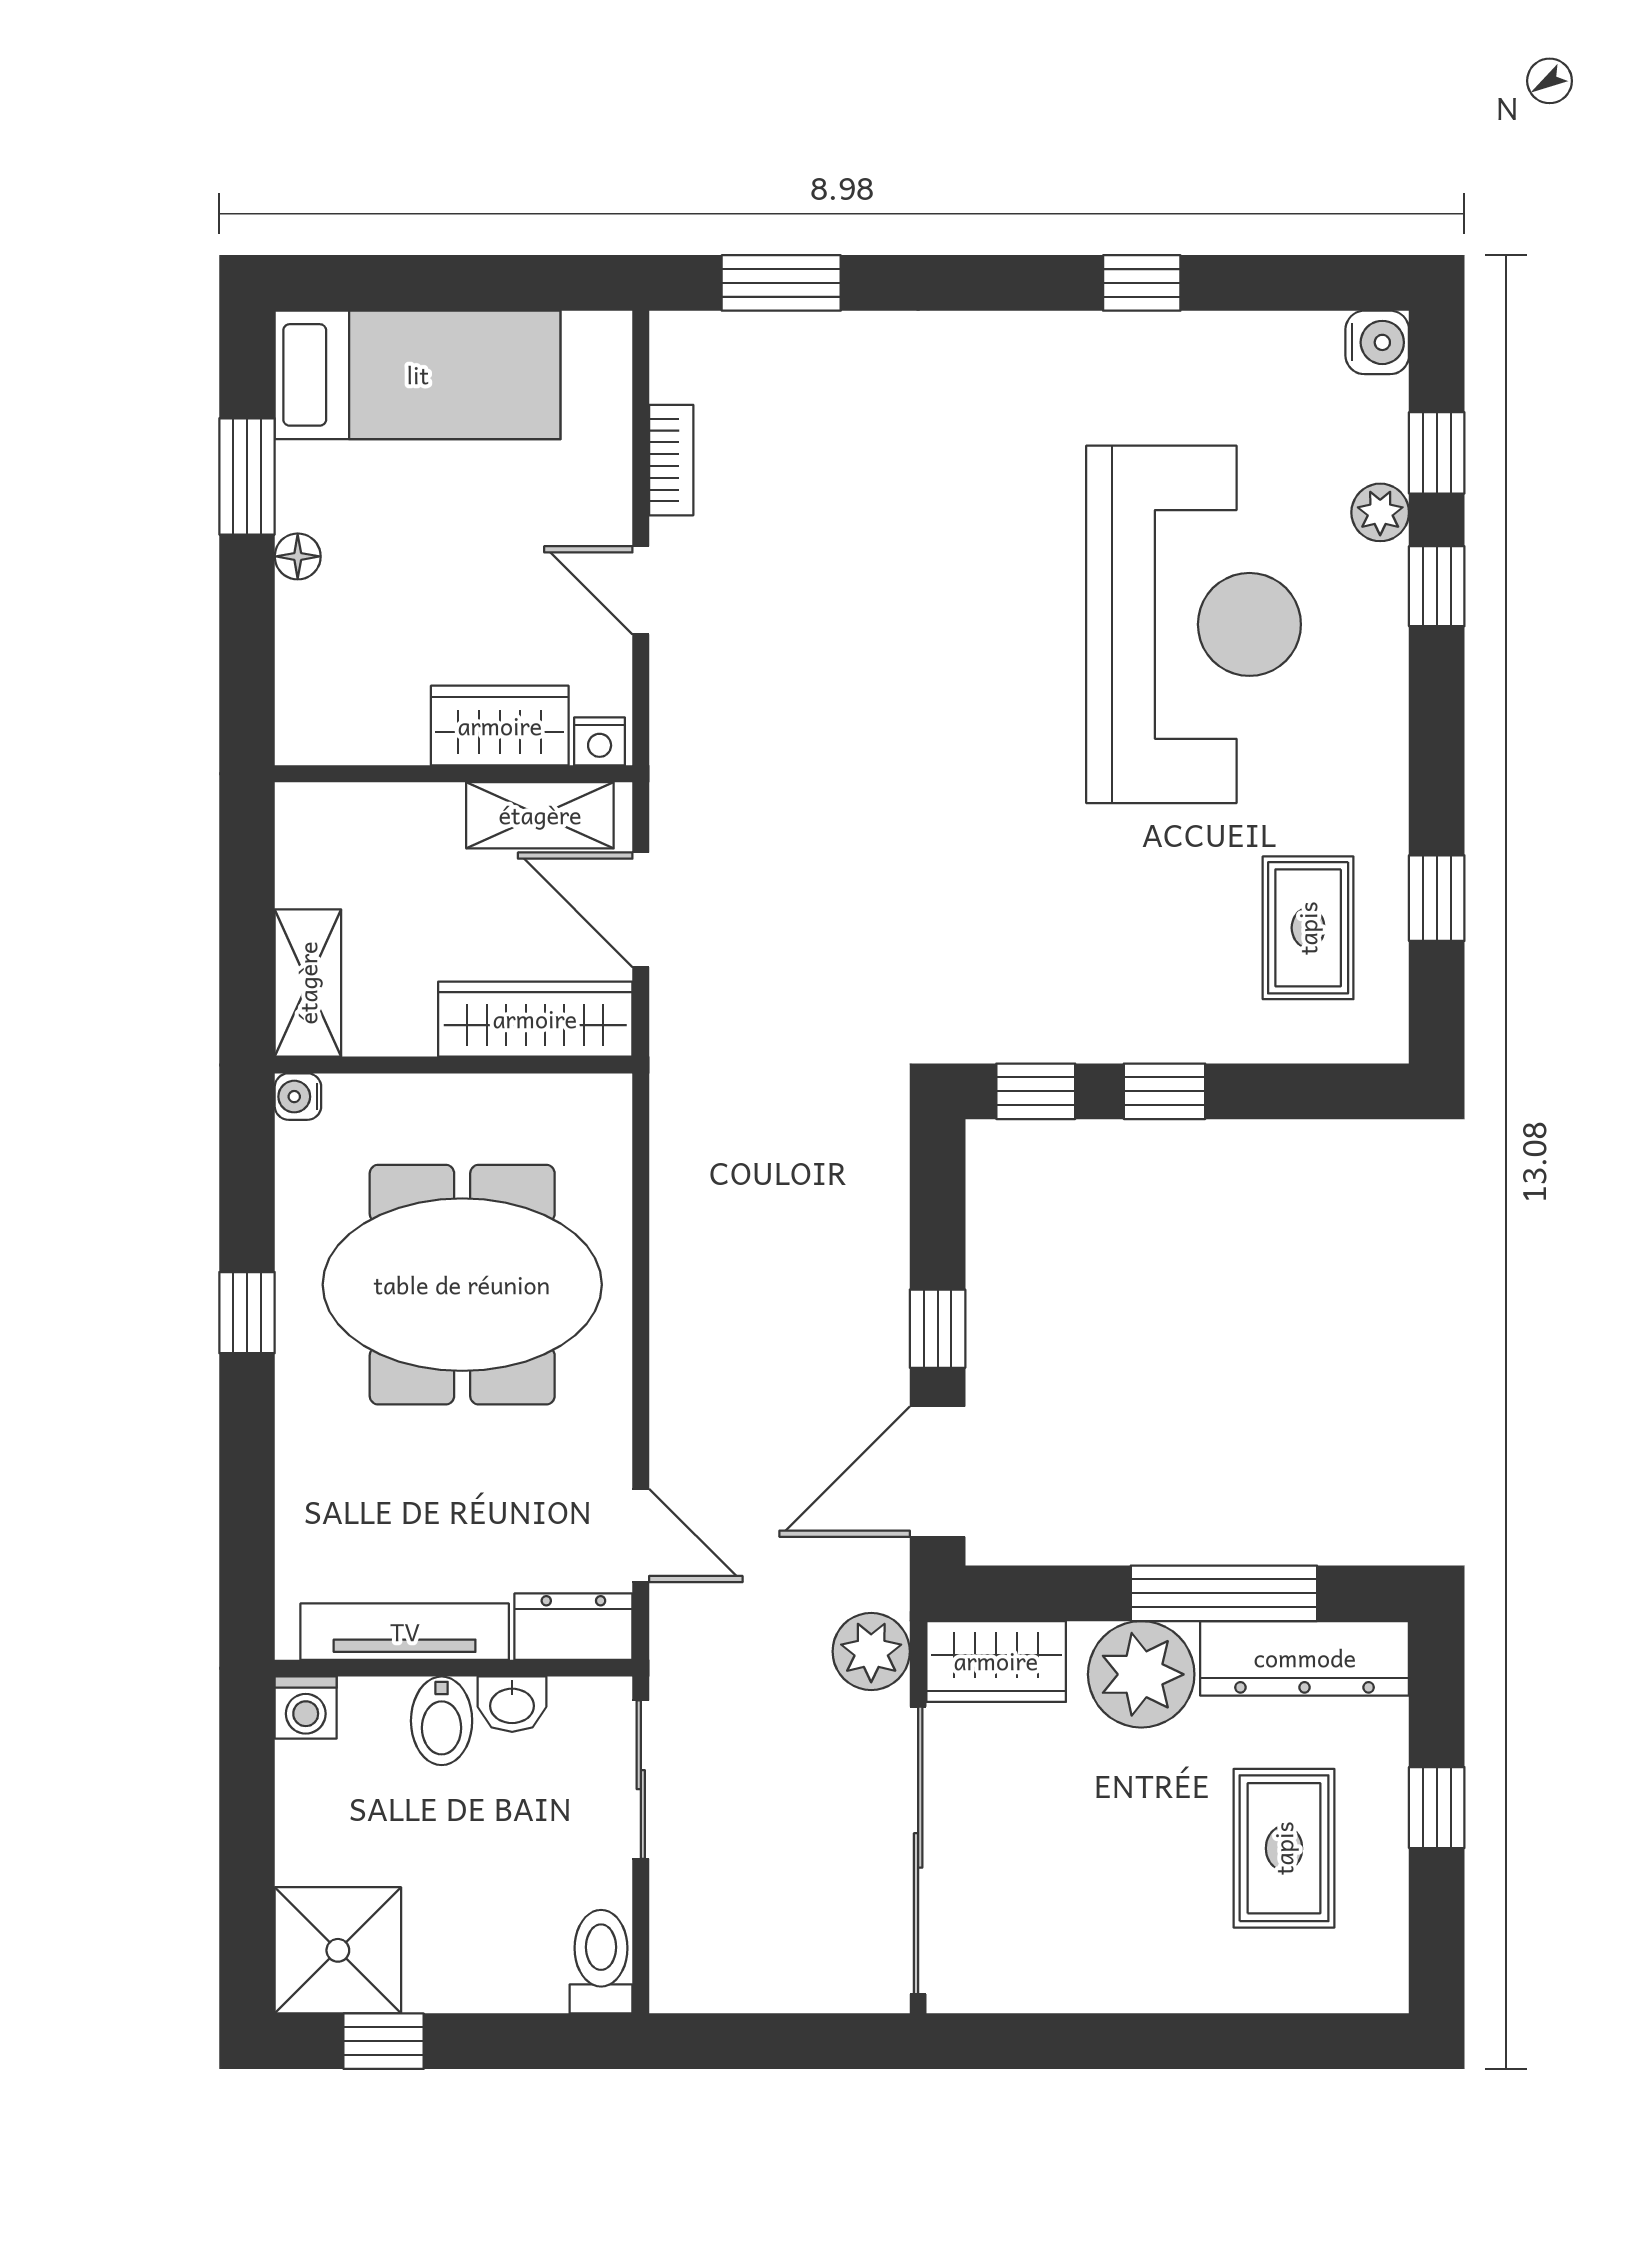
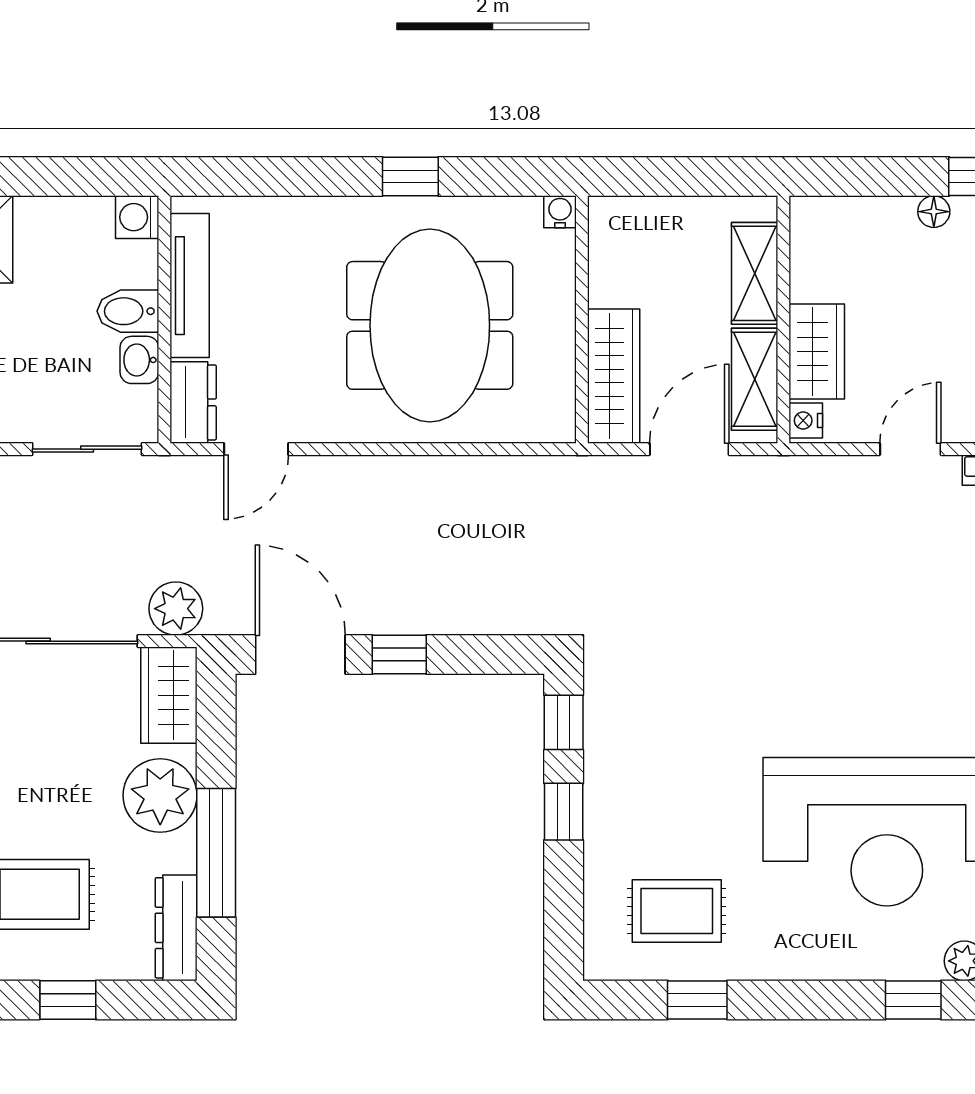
shelving: (308, 983) -> (755, 273), moved, turned 90
dresser: (1305, 1658) -> (176, 928), width x0.73, depth x0.80

